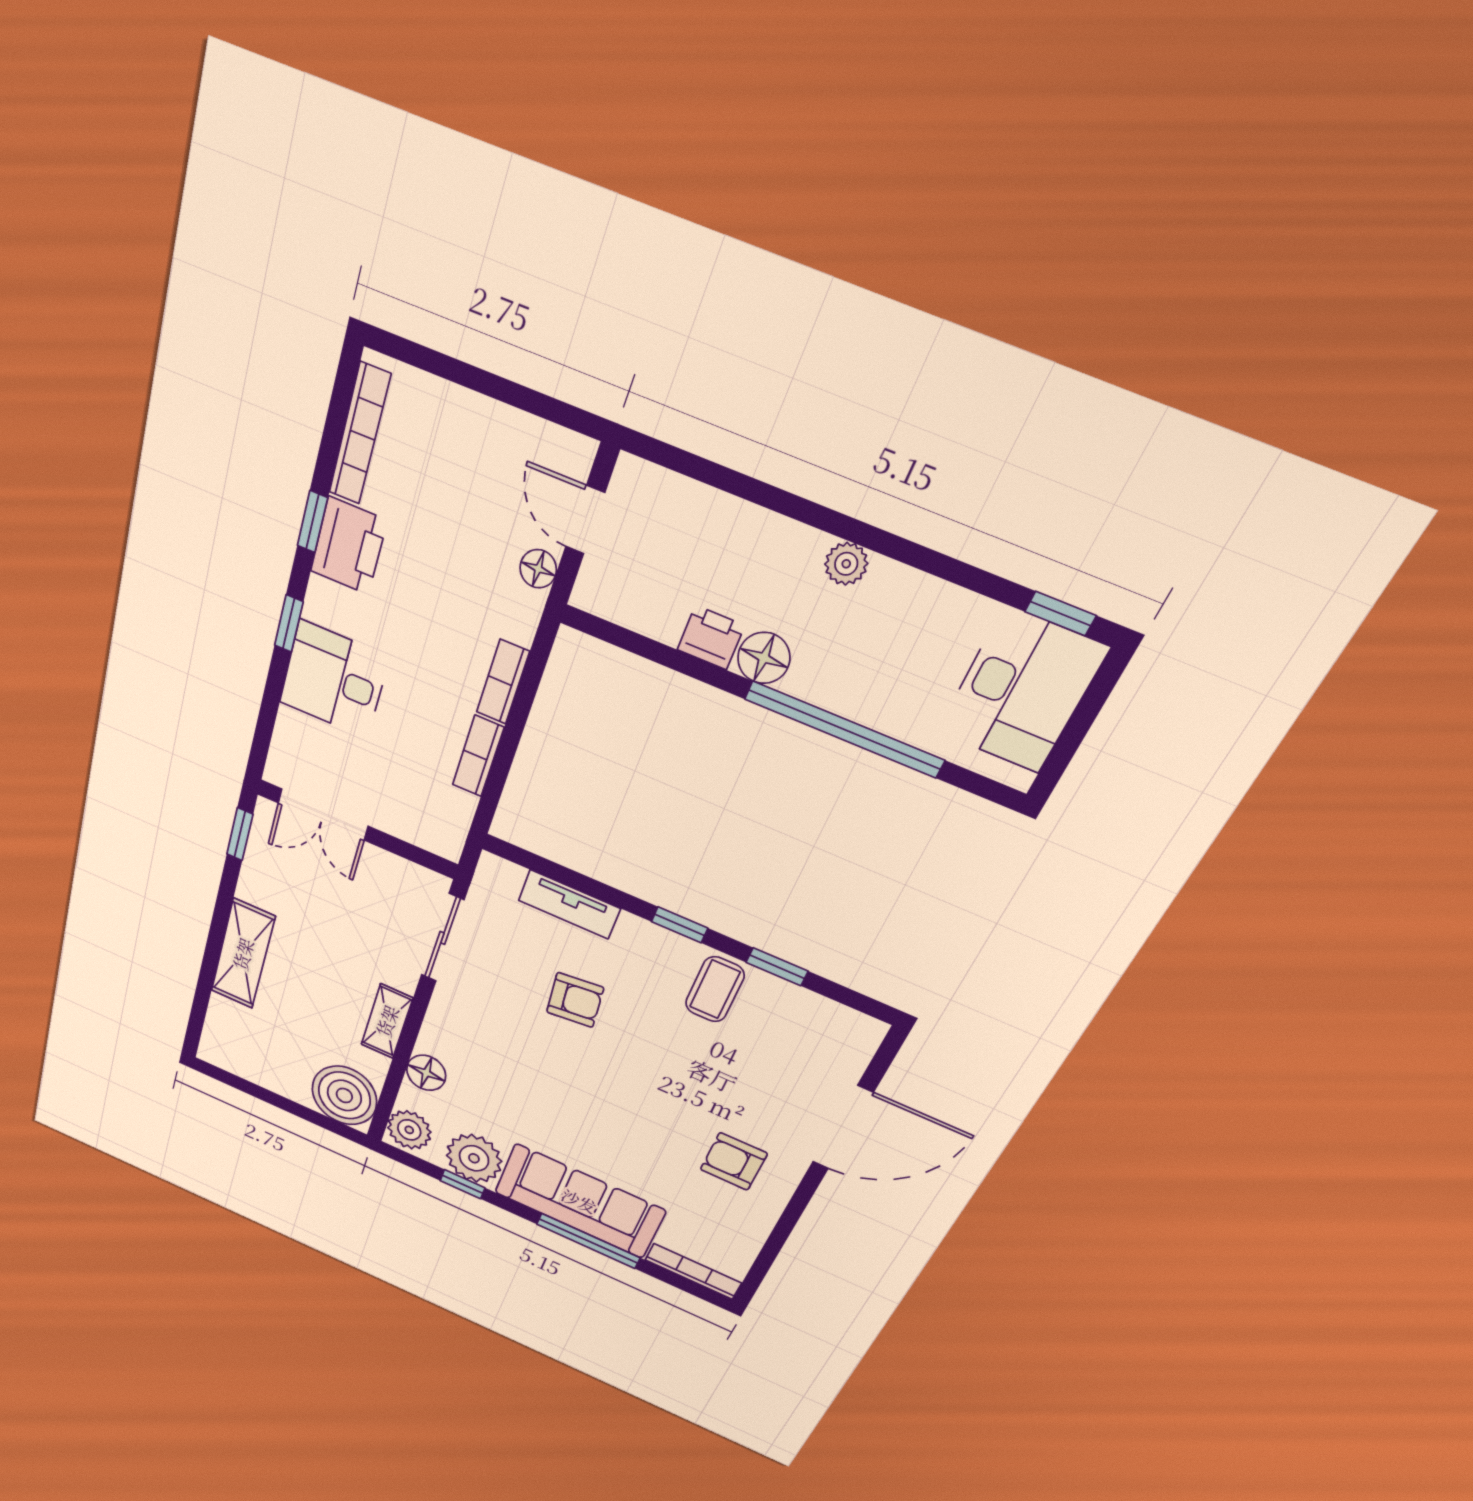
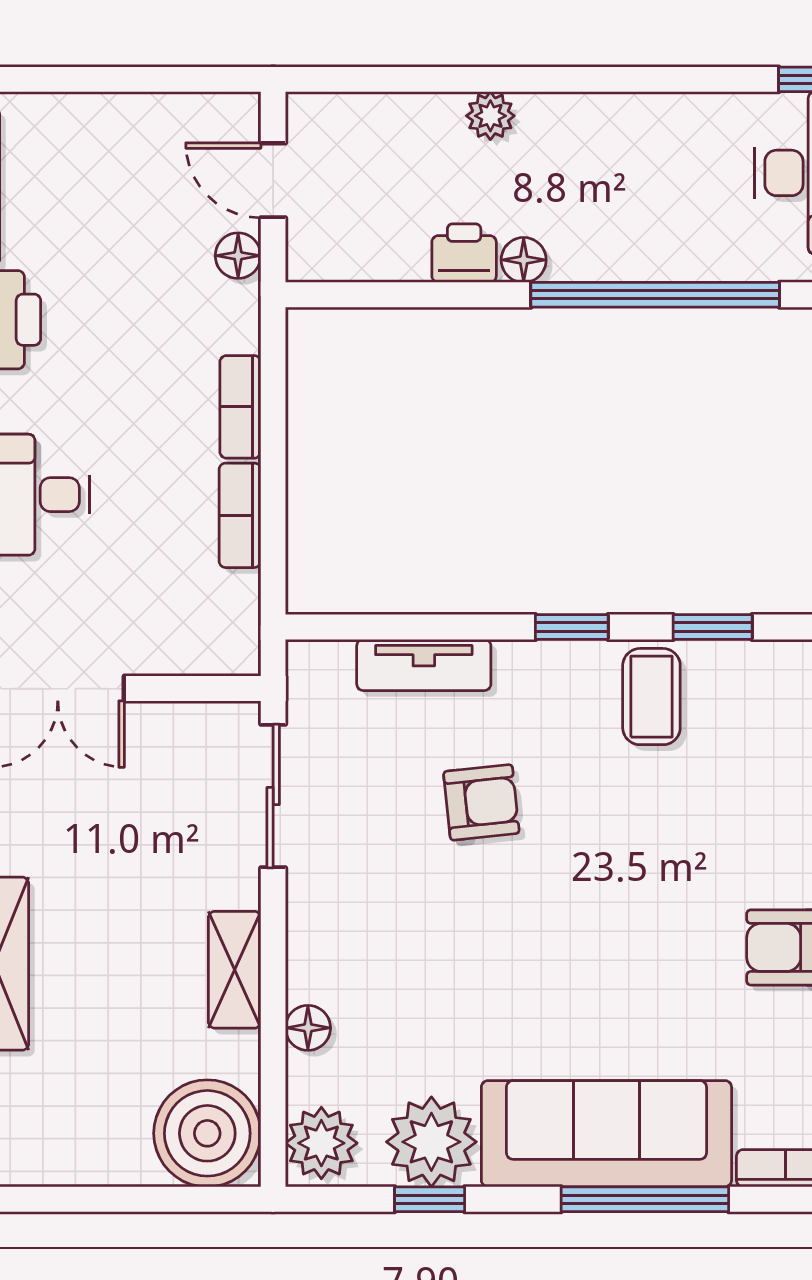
plant: (846, 564) -> (490, 116), moved
floor lamp: (764, 658) -> (524, 260), width x0.73, depth x0.73
floor lamp: (426, 1073) -> (308, 1028), width x0.73, depth x0.73

